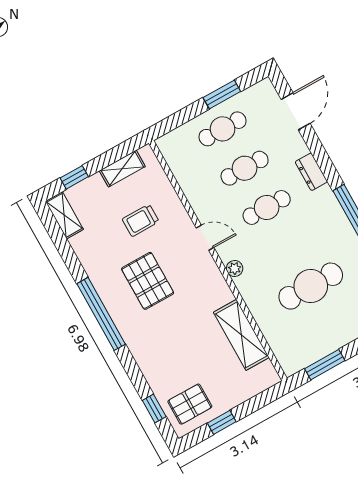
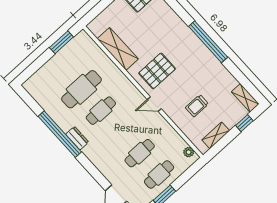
dresser: (311, 172) -> (77, 138), moved
cafe table: (267, 207) -> (101, 111), moved
trolley: (141, 220) -> (197, 106), turned 180
plant: (235, 268) -> (189, 152), moved
pallet: (148, 281) -> (157, 71), moved, turned 90

